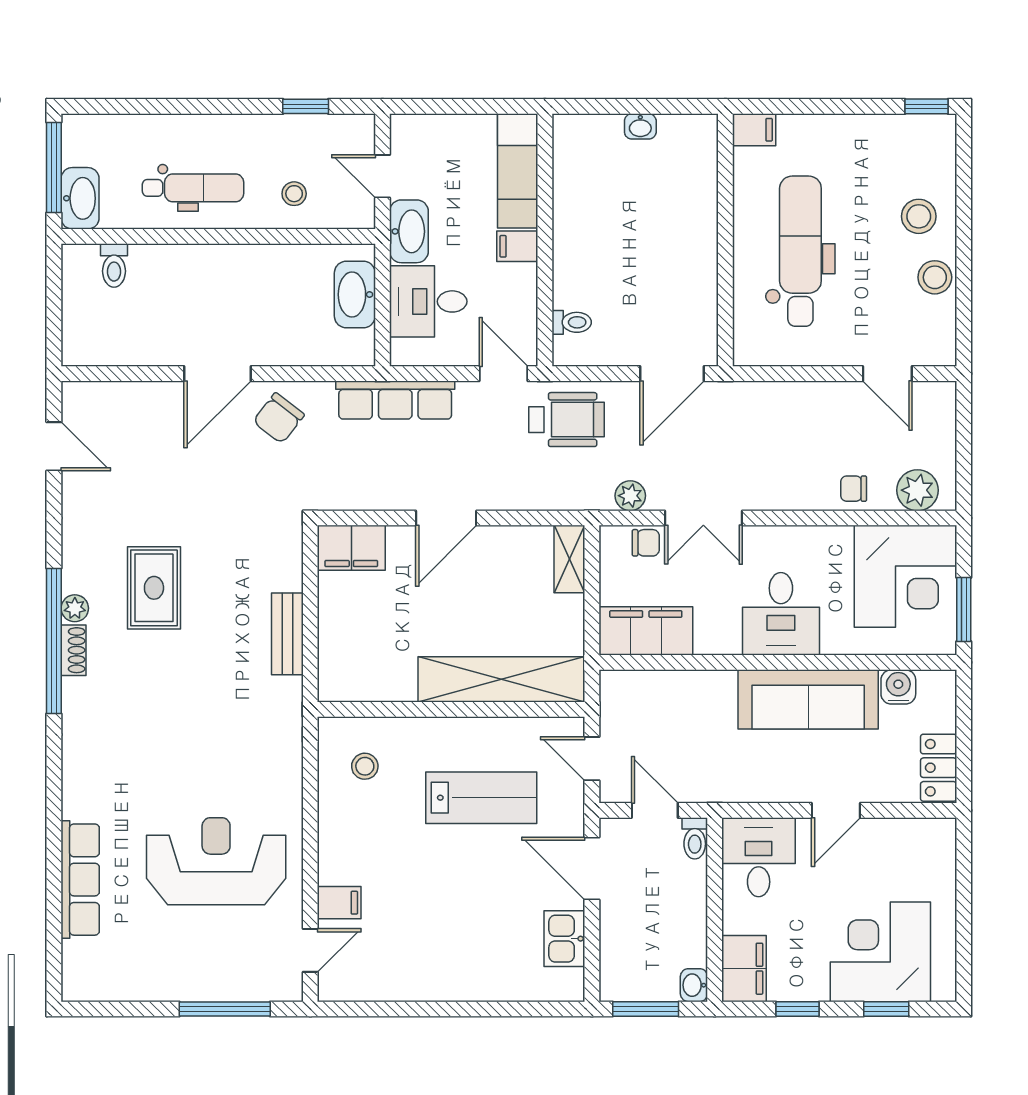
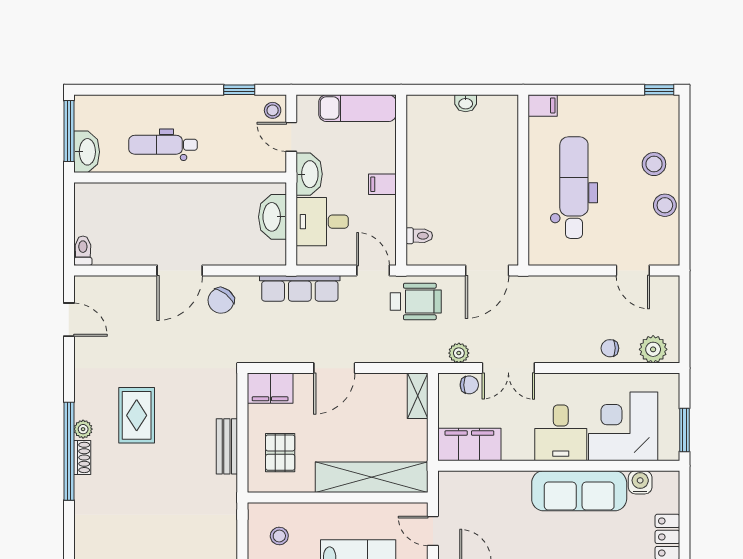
exam couch: (518, 171) -> (358, 108), moved, turned -90
dental chair: (193, 188) -> (163, 145), turned 180
stool: (294, 194) -> (273, 110), moved
toilet: (114, 265) -> (83, 251), moved, turned 180
corner desk: (906, 576) -> (623, 426), moved, turned 180
pallet: (366, 643) -> (280, 453), added

